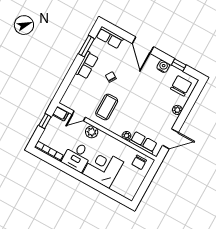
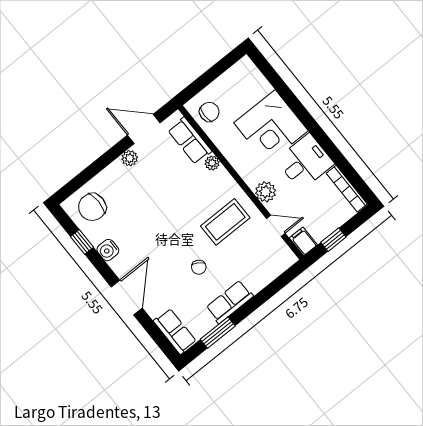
plant: (177, 110) -> (130, 158), moved

